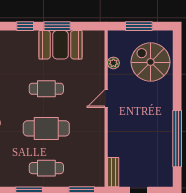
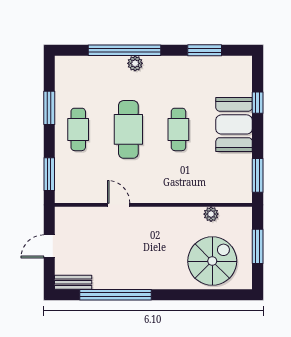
window: (57, 26) -> (258, 175), moved
booth: (61, 45) -> (234, 124), moved
door: (106, 99) -> (119, 205), moved
bench: (113, 172) -> (73, 282), moved

